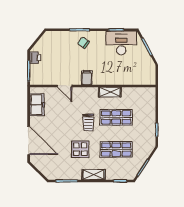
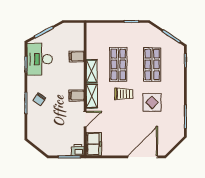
printer: (35, 58) -> (78, 150), moved
filing cabinet: (124, 78) -> (77, 56), added
freezer: (37, 105) -> (94, 144), moved, turned 90
shelving: (94, 175) -> (92, 96), moved

